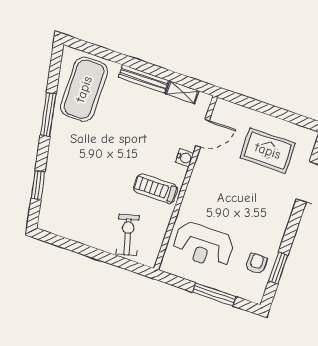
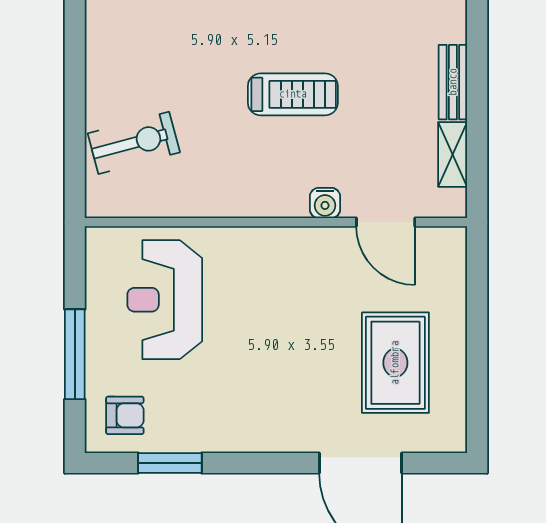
bench: (143, 79) -> (453, 82), width x0.73
treadmill: (156, 189) -> (293, 94), moved, turned 90
armchair: (256, 264) -> (125, 415), moved

